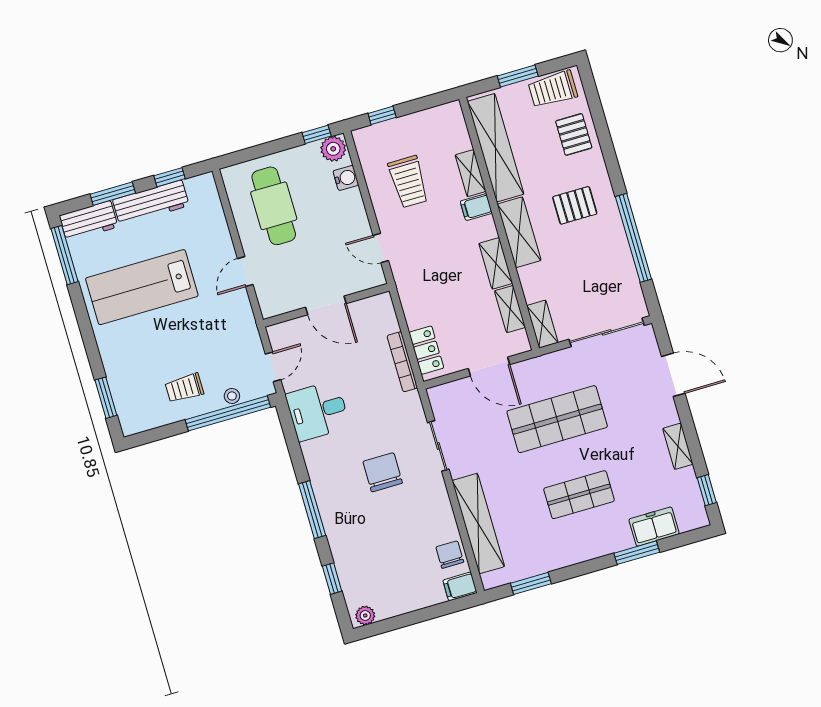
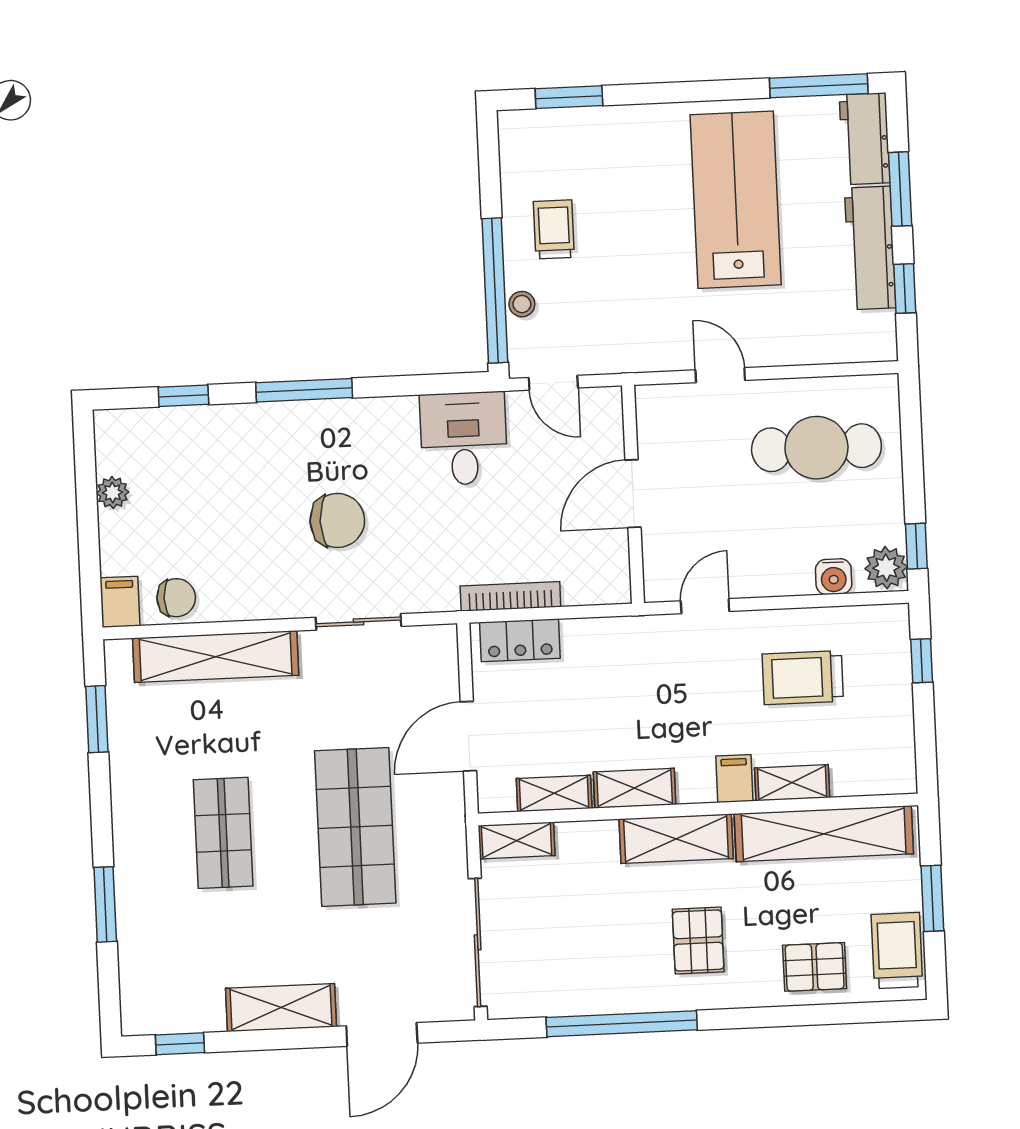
shelving: (678, 446) -> (281, 1008), width x1.50, depth x1.33
freezer: (654, 527) -> (141, 943), removed
plant: (365, 616) -> (113, 493), moved

